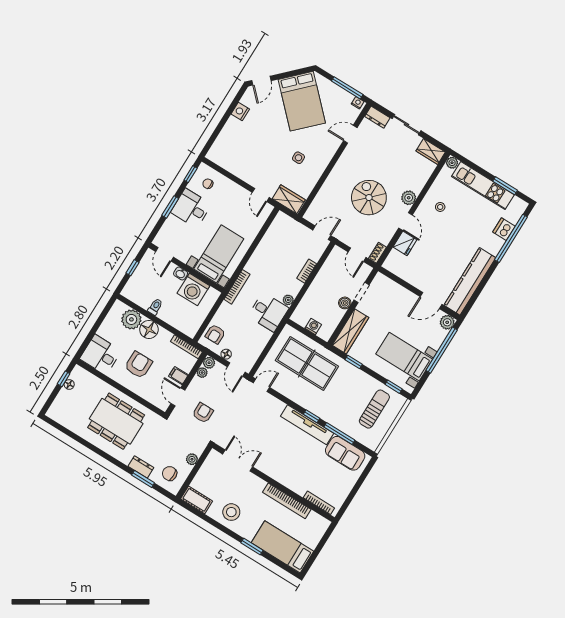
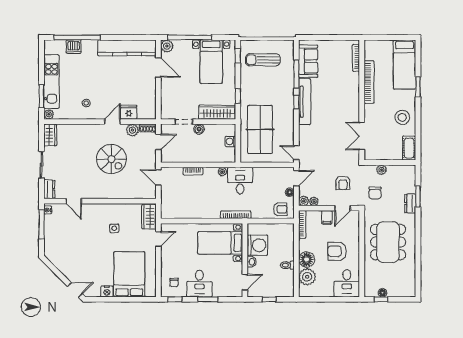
bed: (302, 101) -> (129, 274), moved, turned -45
window: (505, 186) -> (41, 96), moved
spiral stairs: (369, 198) -> (111, 159), turned -90
plant: (409, 198) -> (132, 130), moved
armchair: (203, 413) -> (343, 183), turned -90
chair: (170, 474) -> (375, 193), moved

